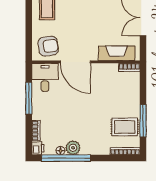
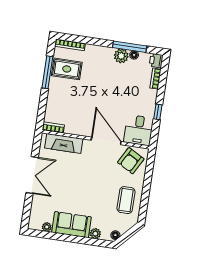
armchair: (48, 46) -> (131, 161), turned -53
window: (29, 98) -> (158, 112), width x0.46
window: (66, 158) -> (130, 47), width x0.68

